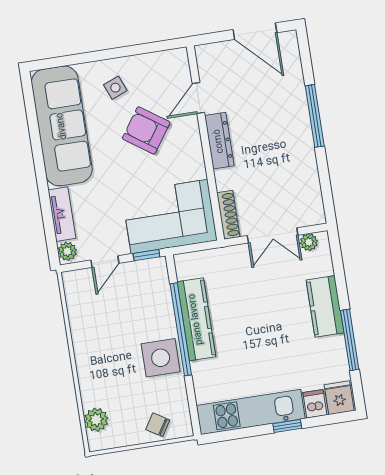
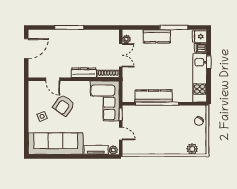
dresser: (219, 141) -> (84, 73), moved
side table: (161, 358) -> (169, 115), removed

